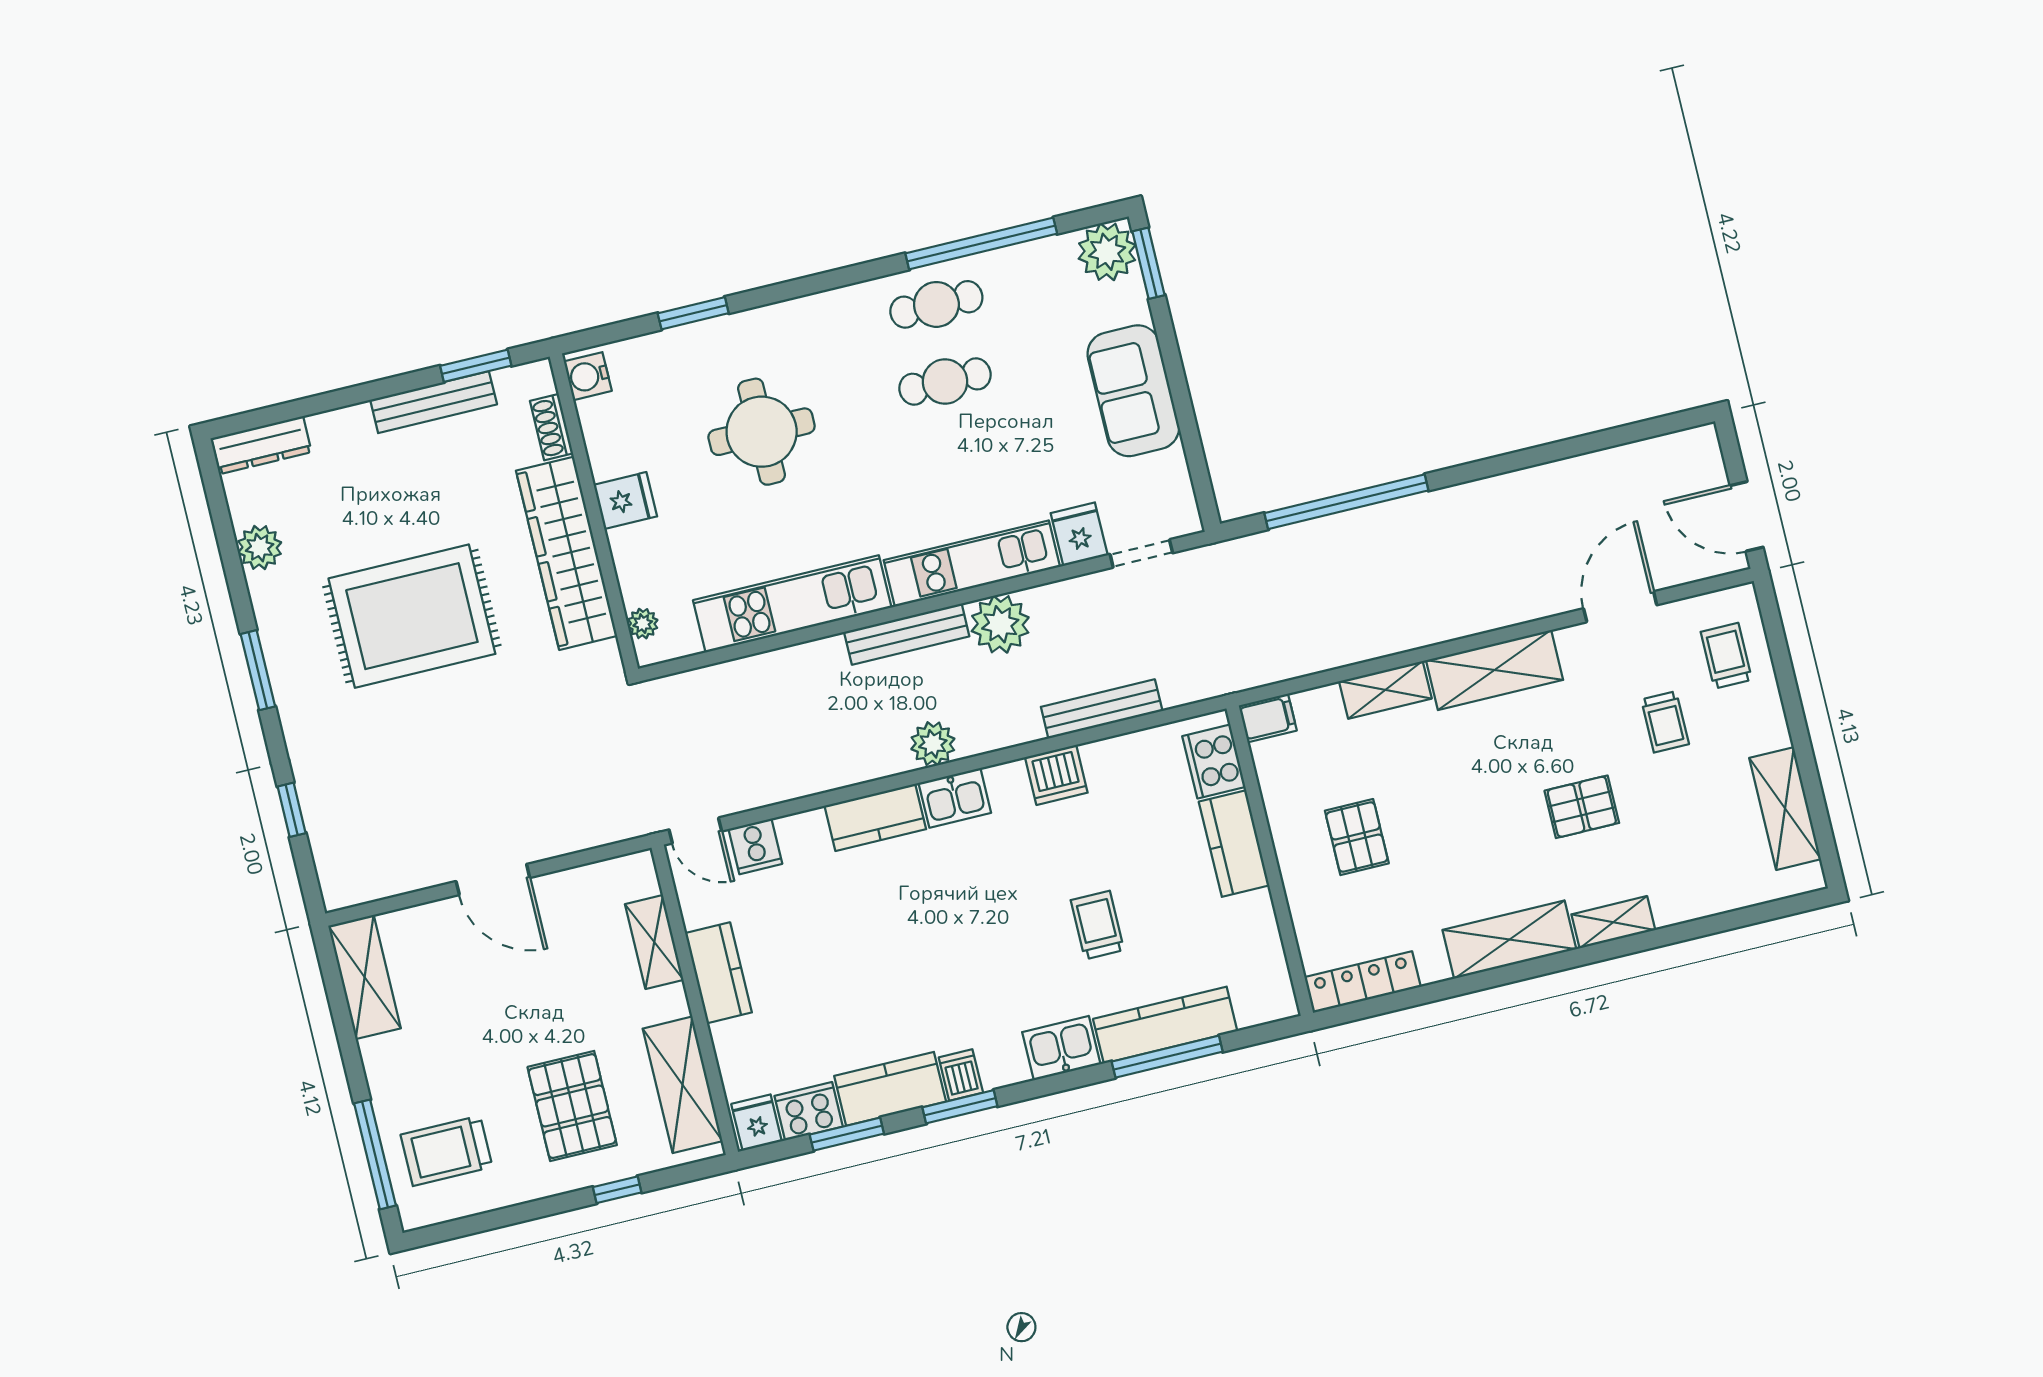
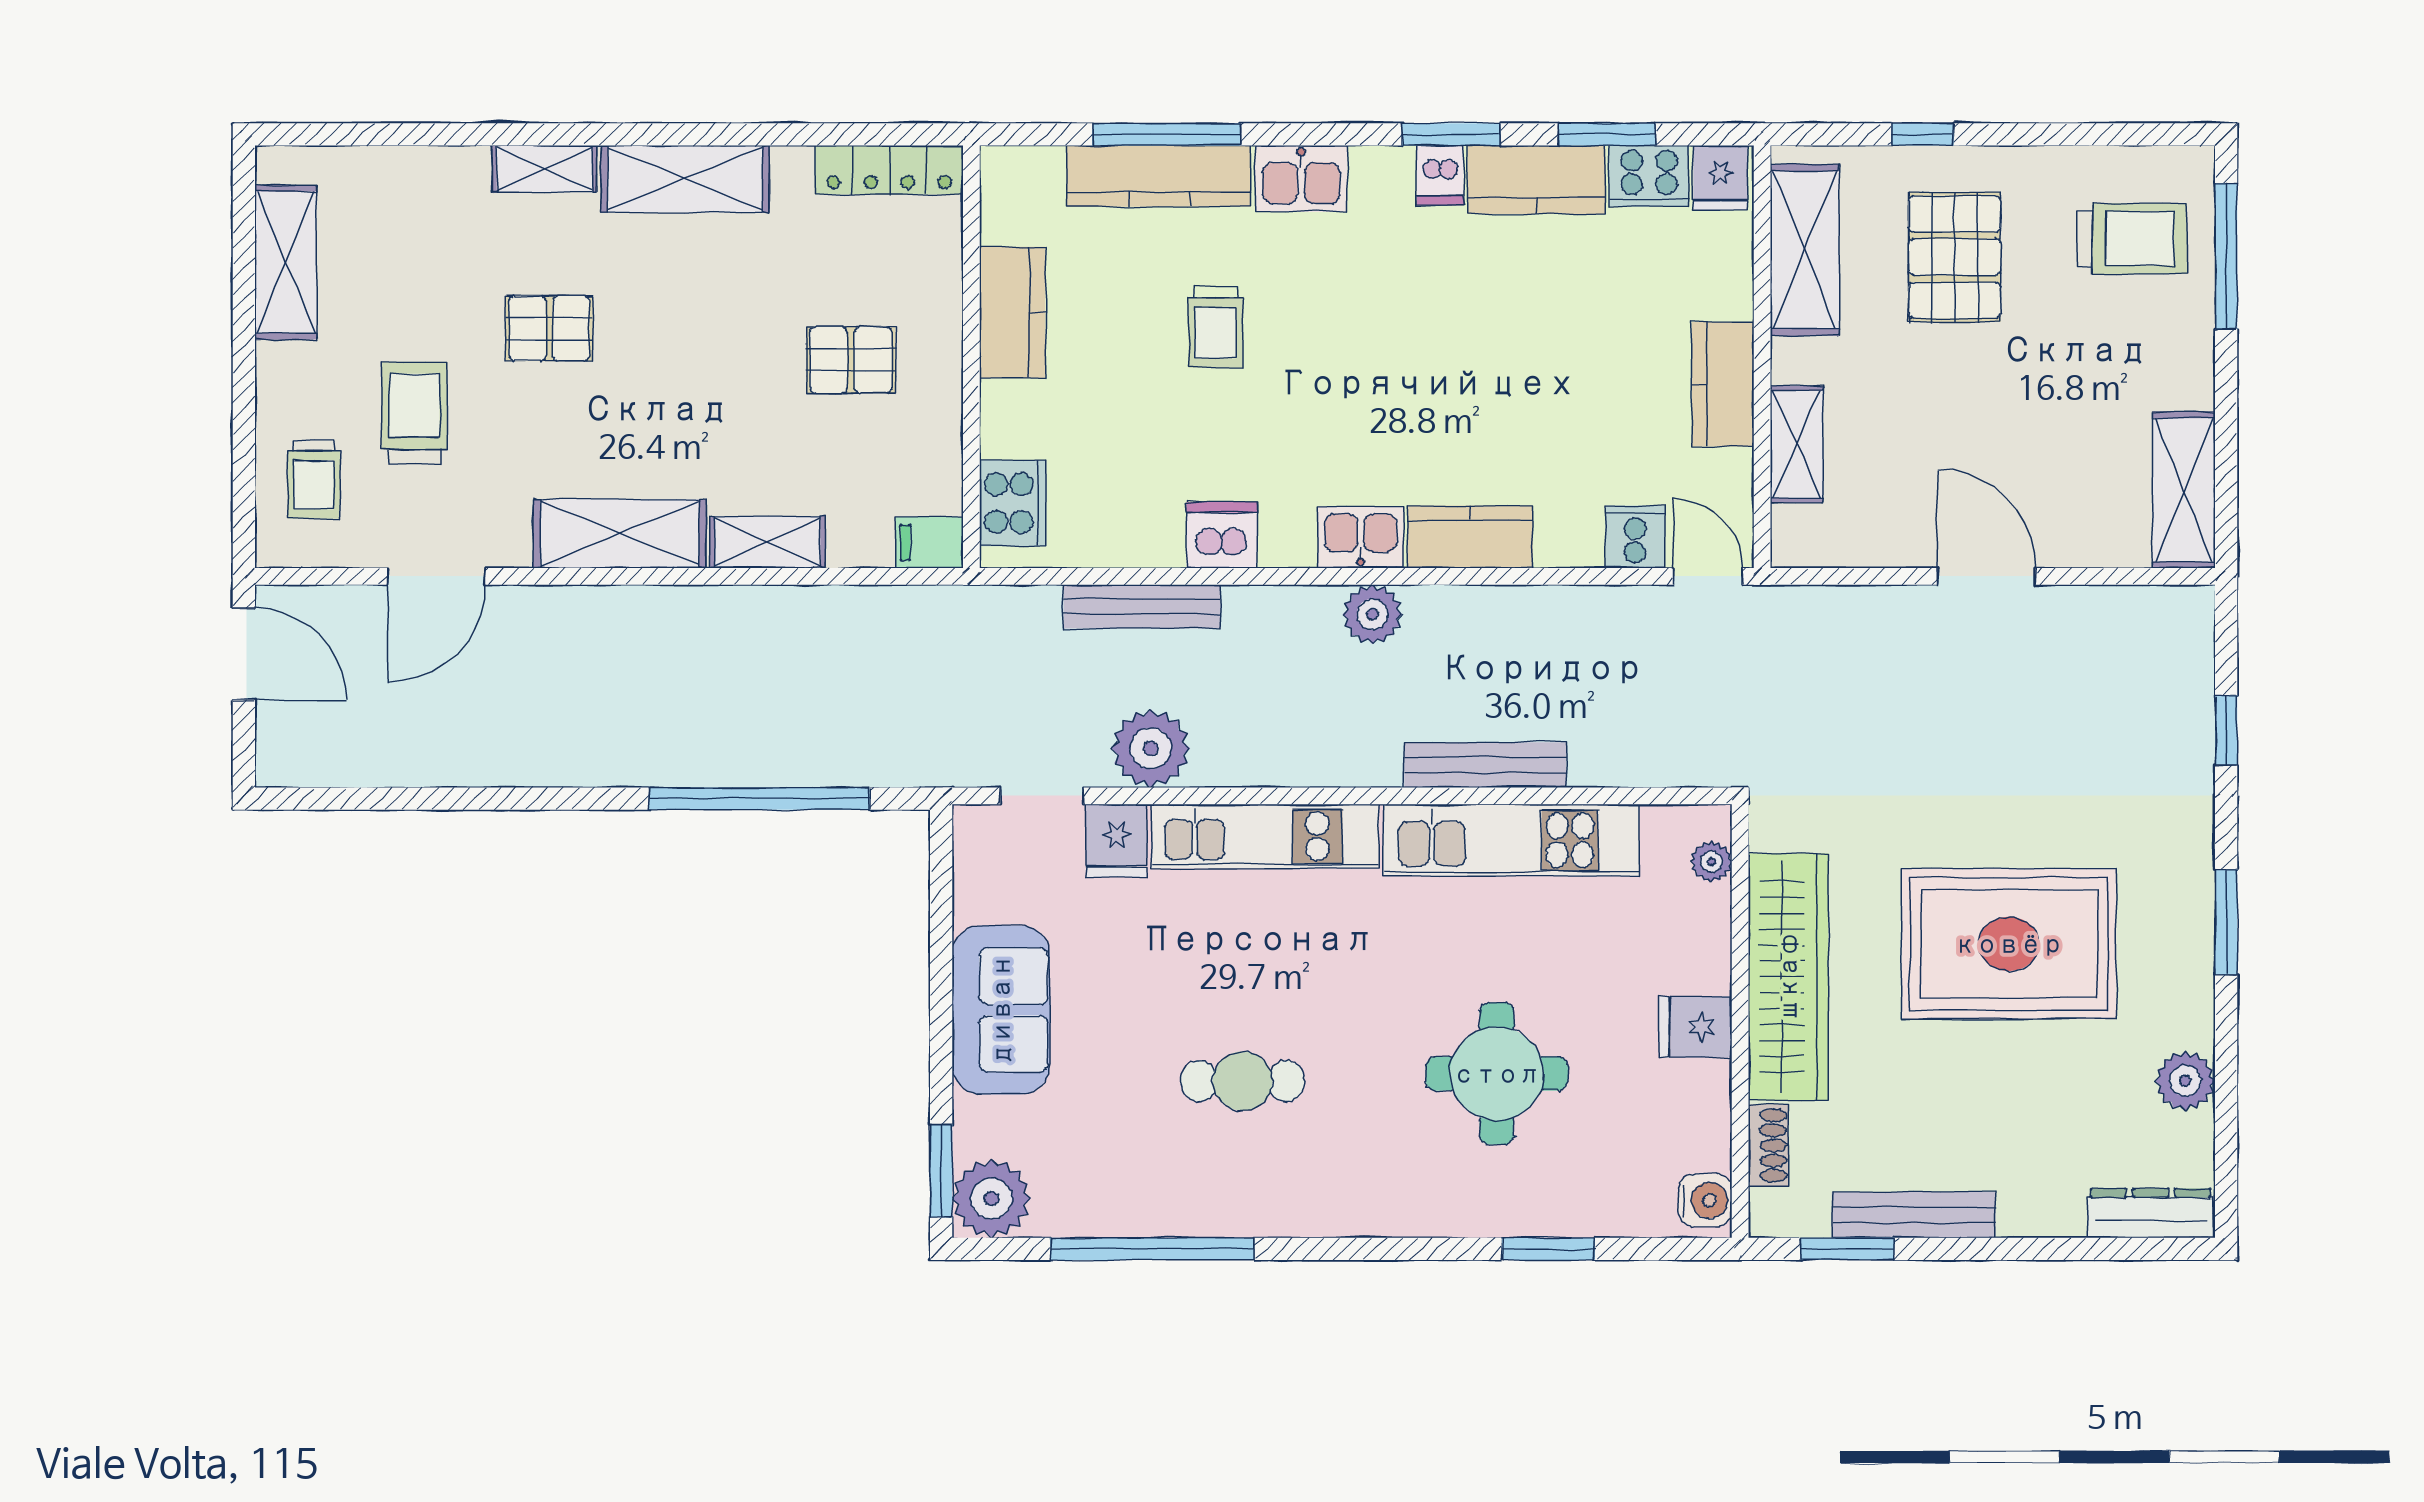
cafe table: (936, 304) -> (1230, 1184), removed
plant: (1000, 624) -> (1151, 748), moved
bench: (907, 634) -> (1485, 765), moved
trolley: (1665, 722) -> (414, 413), width x1.36, depth x1.39
pallet: (1357, 837) -> (851, 360), turned 90
kitchen counter: (1234, 843) -> (1012, 312), moved

